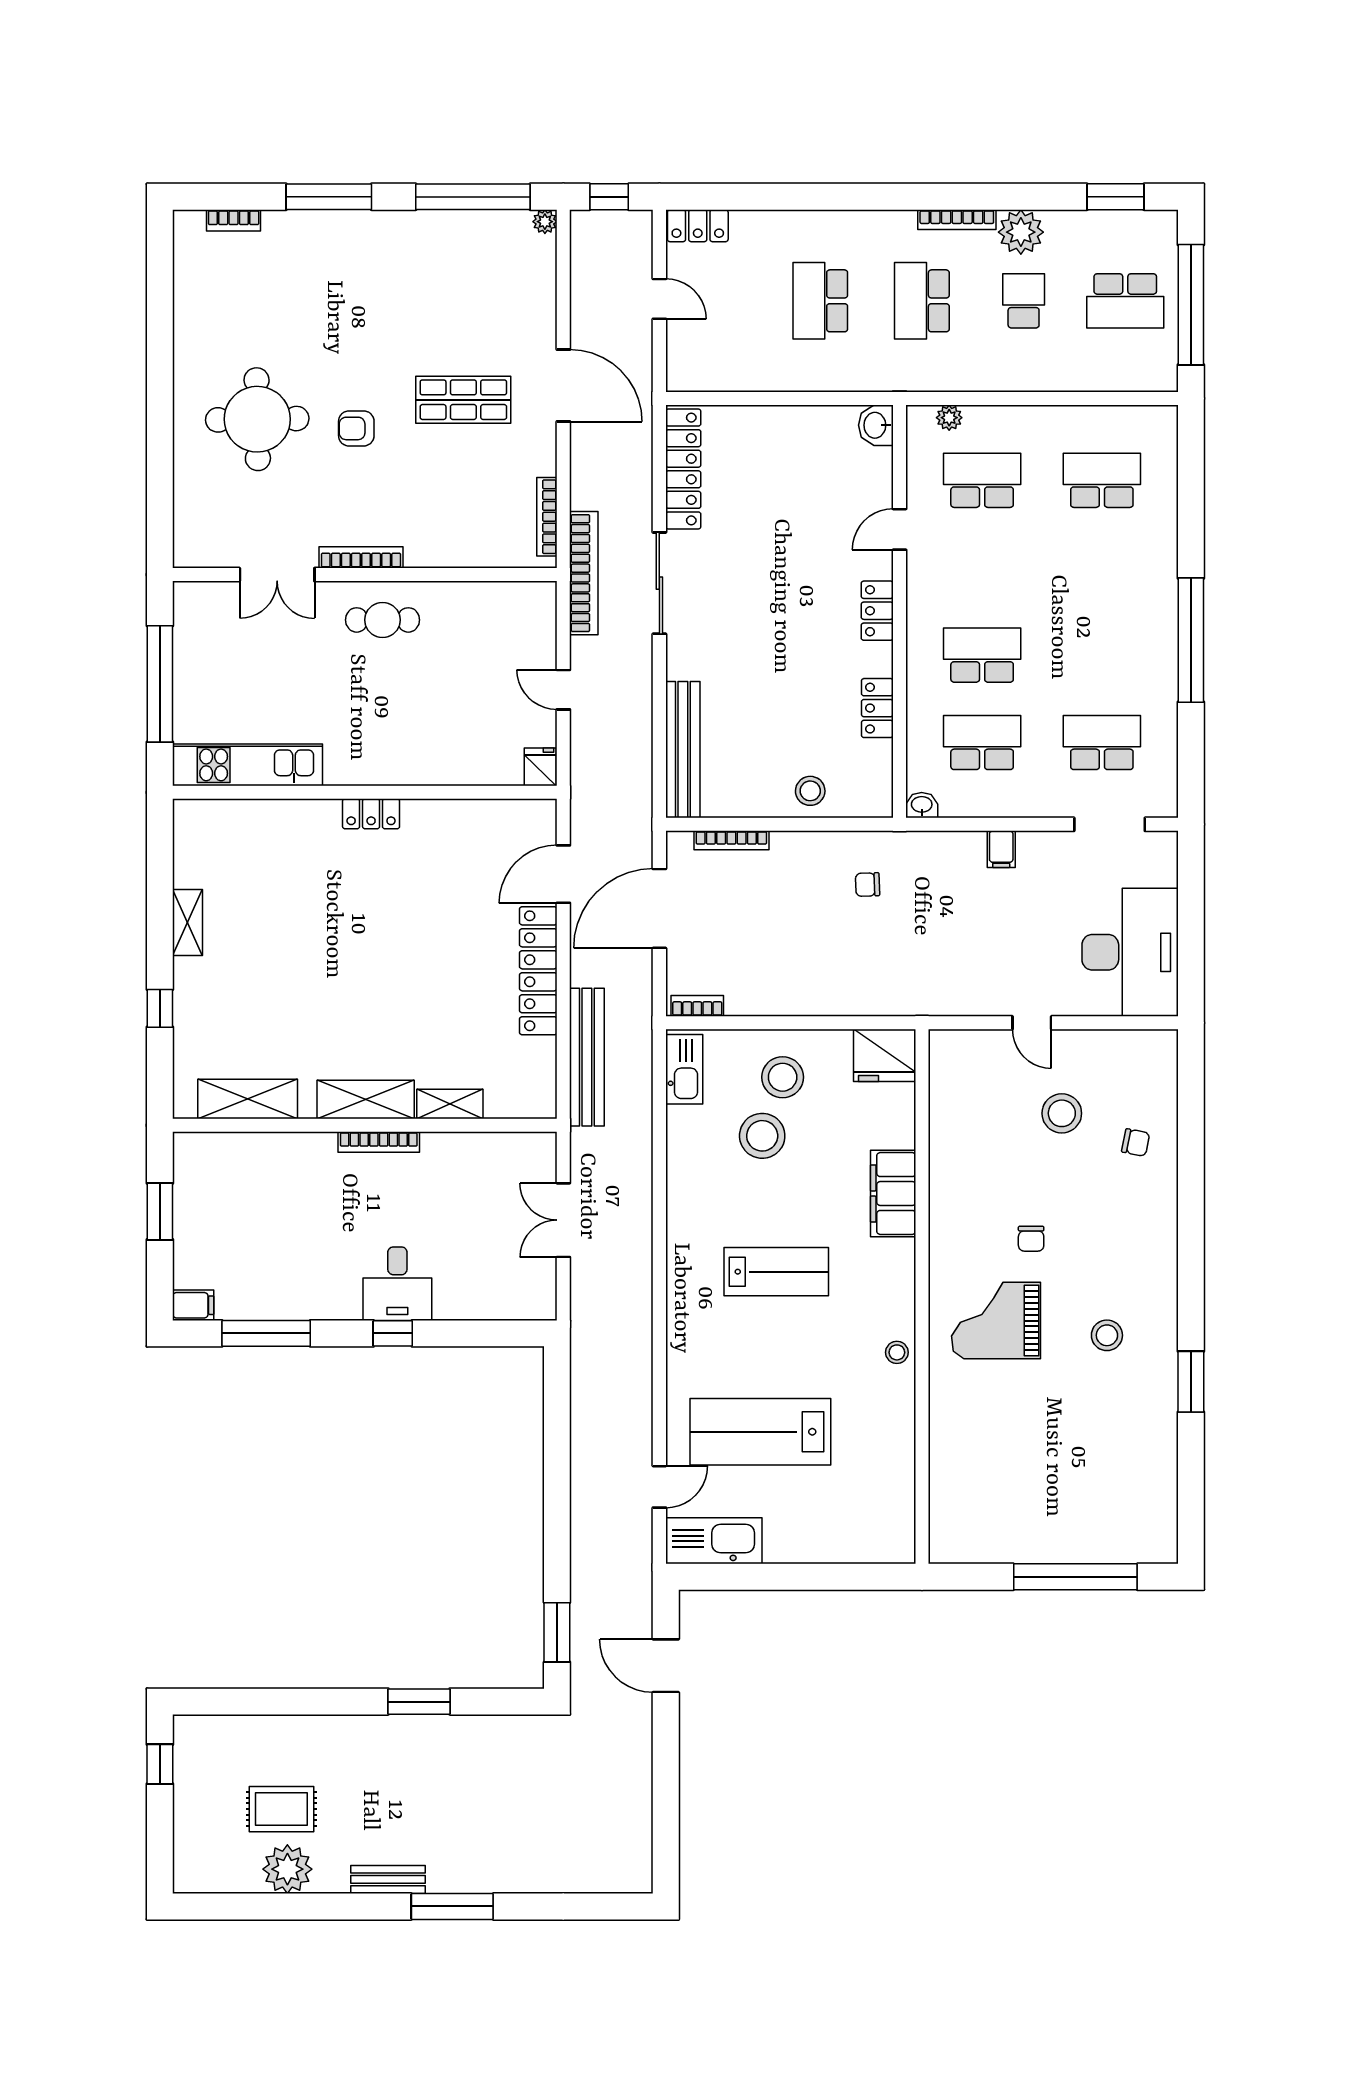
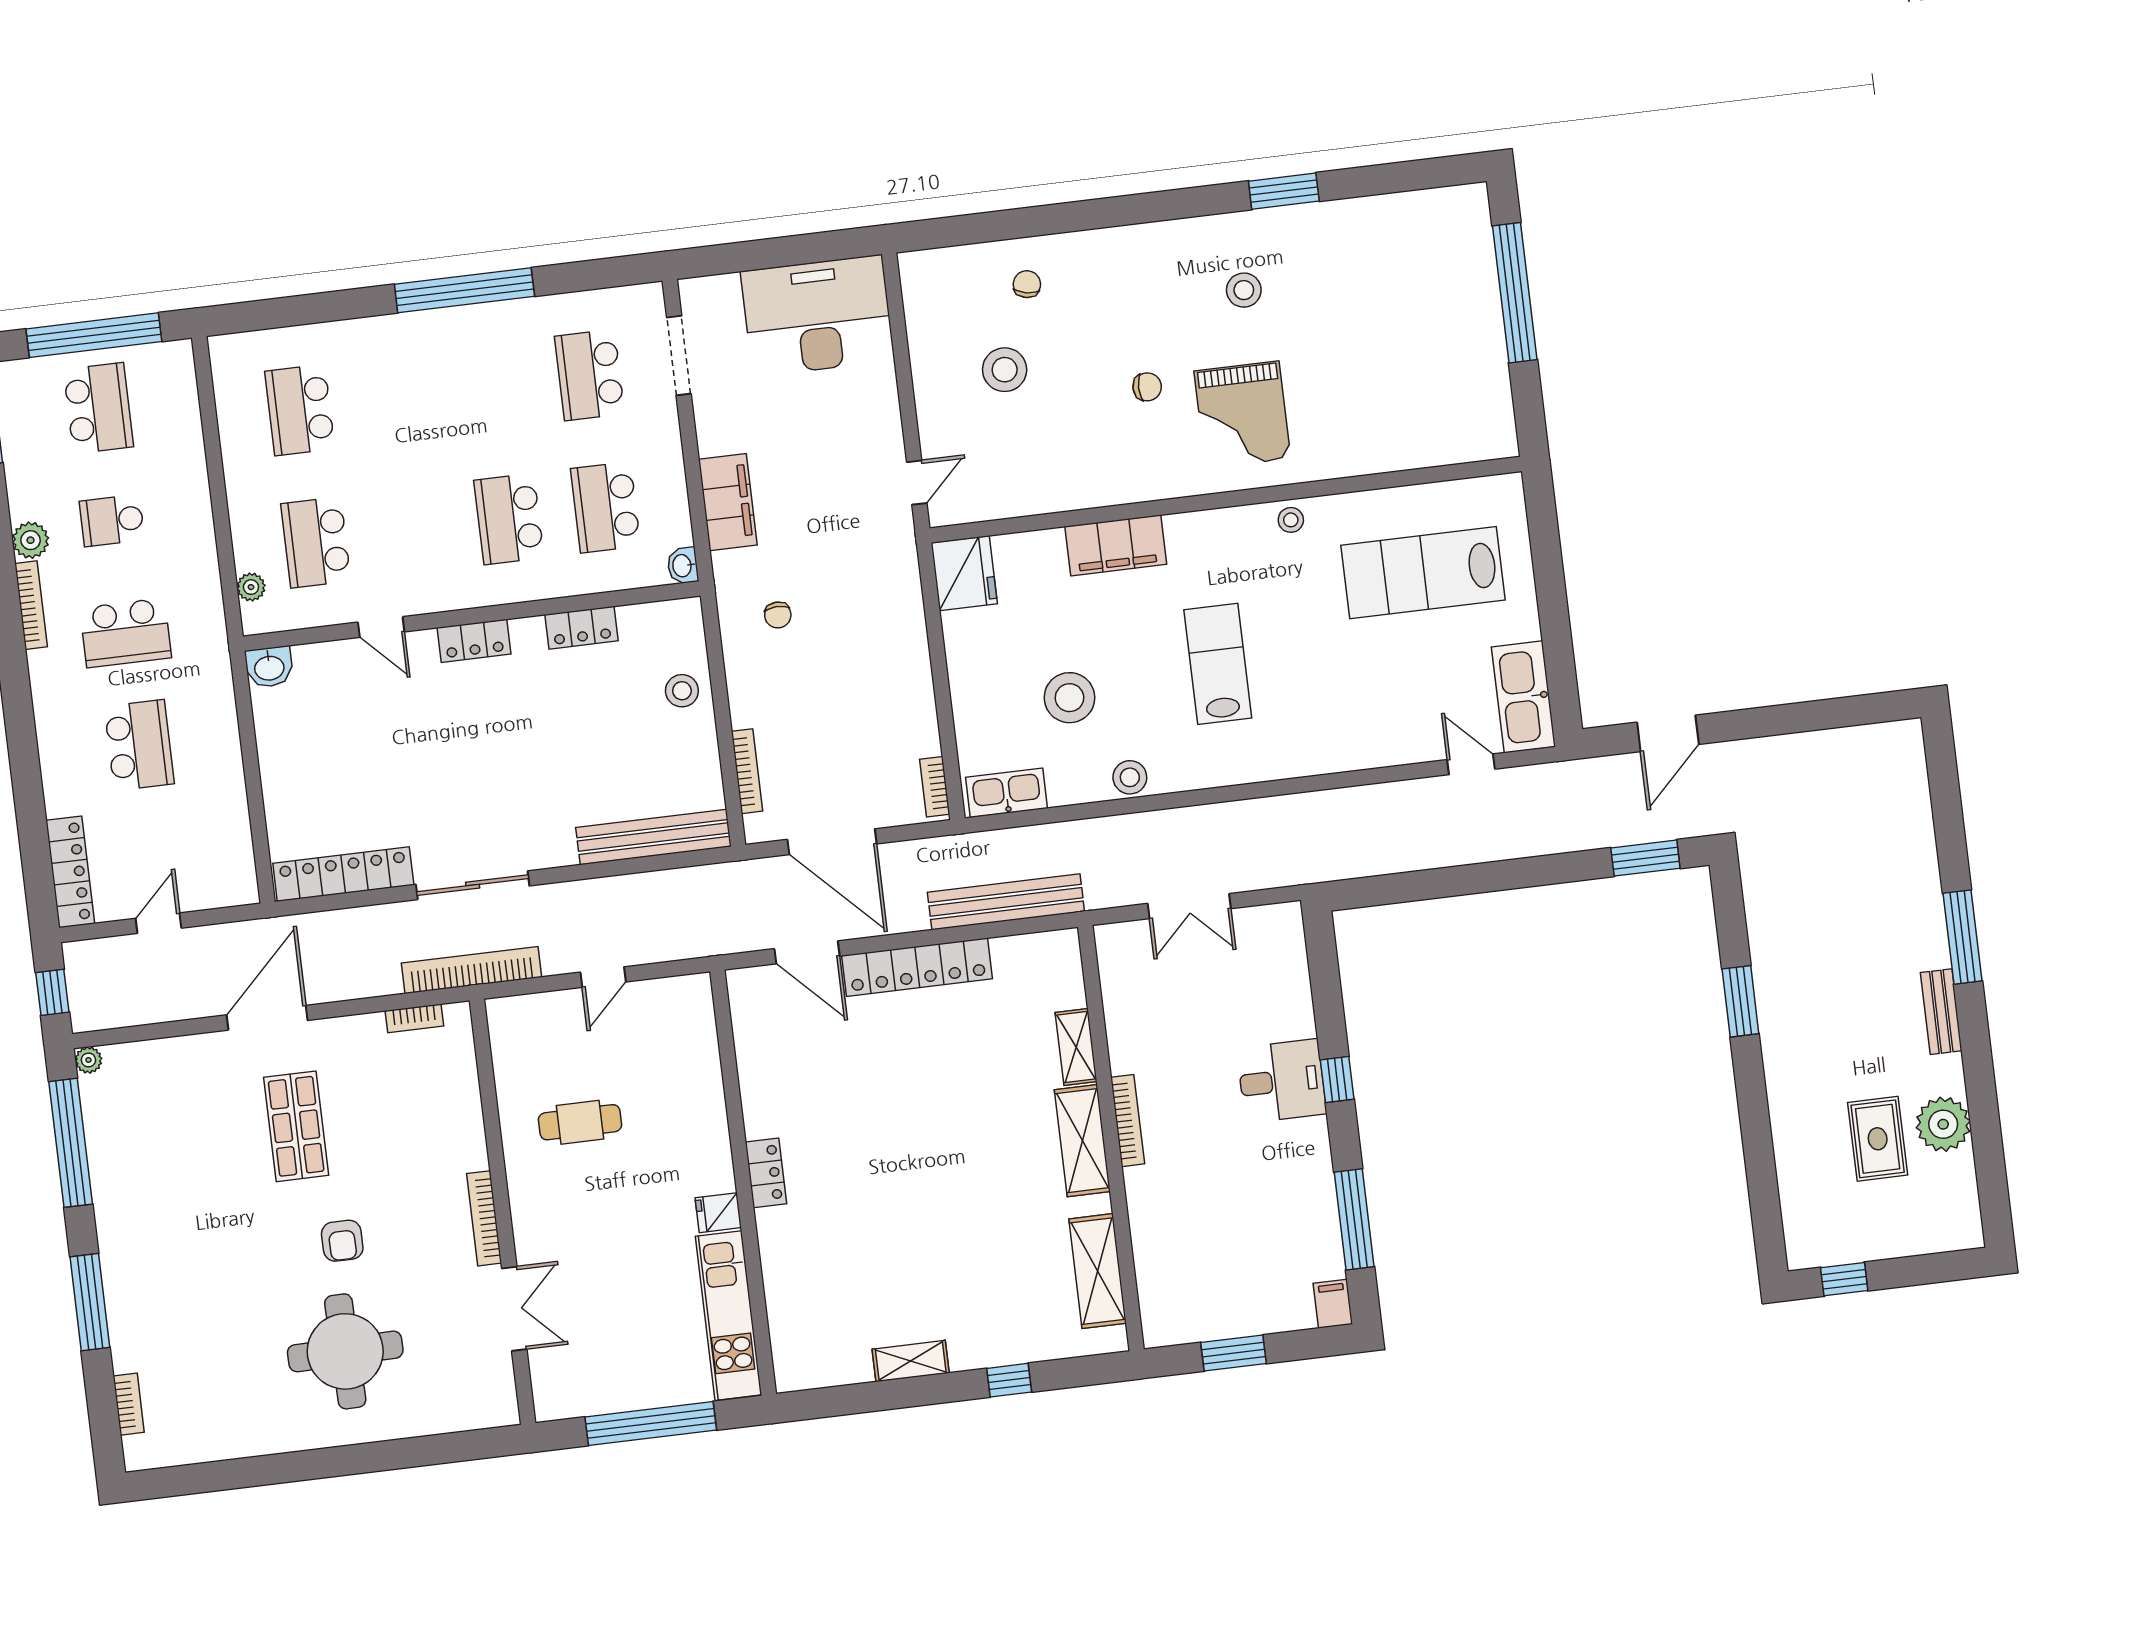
locker: (698, 226) -> (70, 872), width x1.53
plant: (1021, 232) -> (31, 540), width x0.73, depth x0.73
school desk: (820, 301) -> (139, 745), turned -90
bookcase: (547, 517) -> (414, 1018), width x0.64
cafe table: (382, 620) -> (580, 1122), moved, turned 90
fridge: (540, 767) -> (718, 1213), moved
filing cabinet: (1001, 849) -> (728, 502), width x3.00, depth x1.17
door: (1032, 1023) -> (917, 483), moved
stool: (783, 1077) -> (1130, 777), moved, width x0.73, depth x0.73
lab bench: (760, 1432) -> (1423, 573), moved, turned 90

